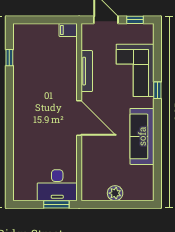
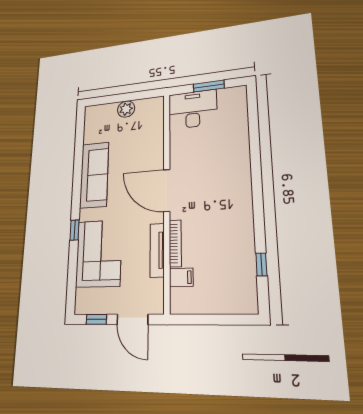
filing cabinet: (68, 30) -> (181, 277), moved
bookcase: (72, 76) -> (175, 243), added
window: (56, 204) -> (209, 86), moved

